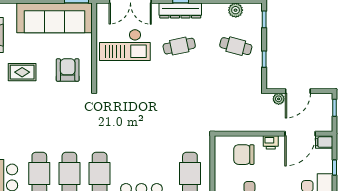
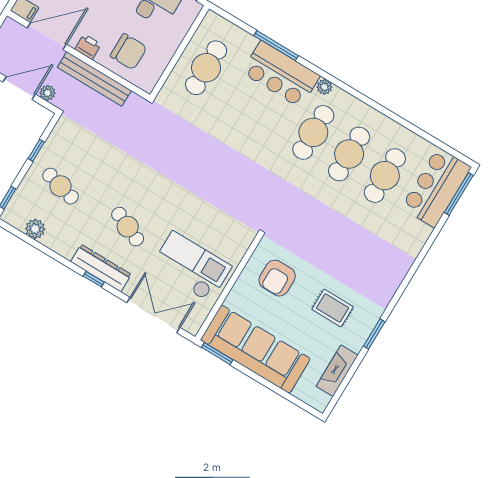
cafe table: (179, 46) -> (128, 227), turned 36
bench: (255, 125) -> (94, 79), added

